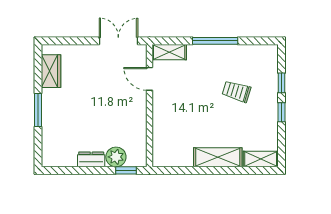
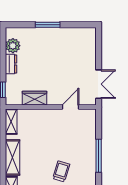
shelving: (169, 52) -> (11, 122), moved
wardrobe: (51, 71) -> (34, 98), moved, turned 180
plant: (116, 157) -> (13, 46), moved

